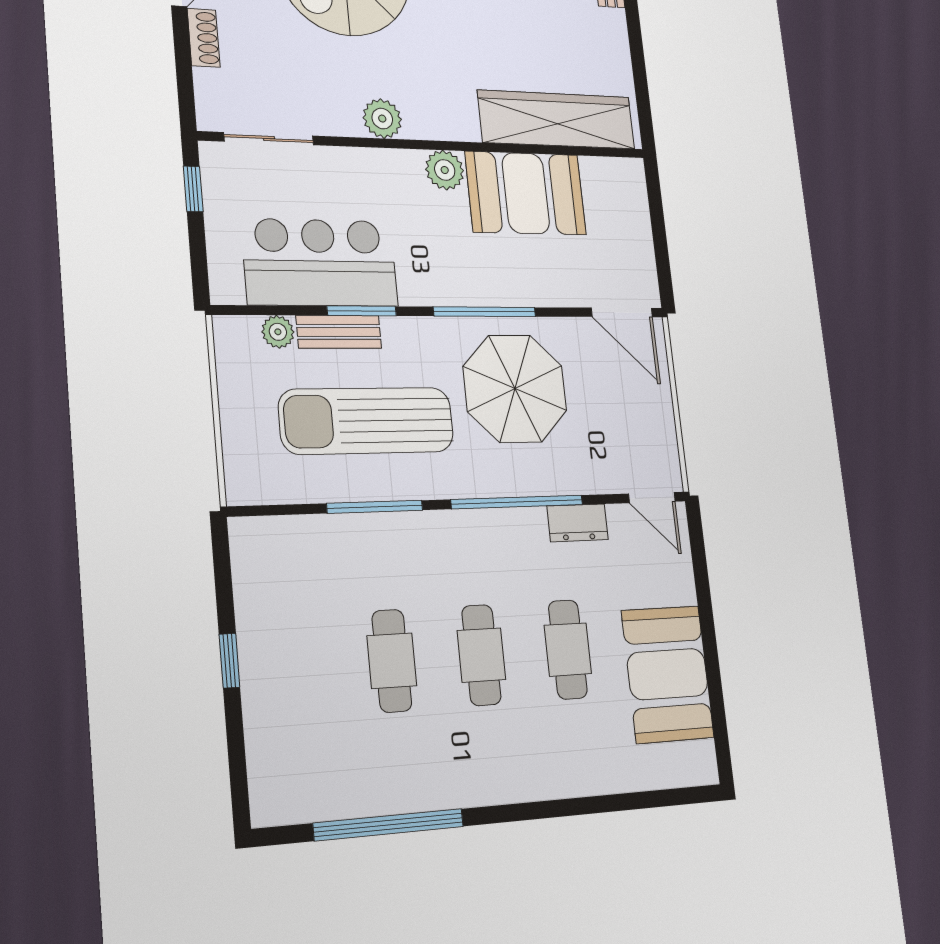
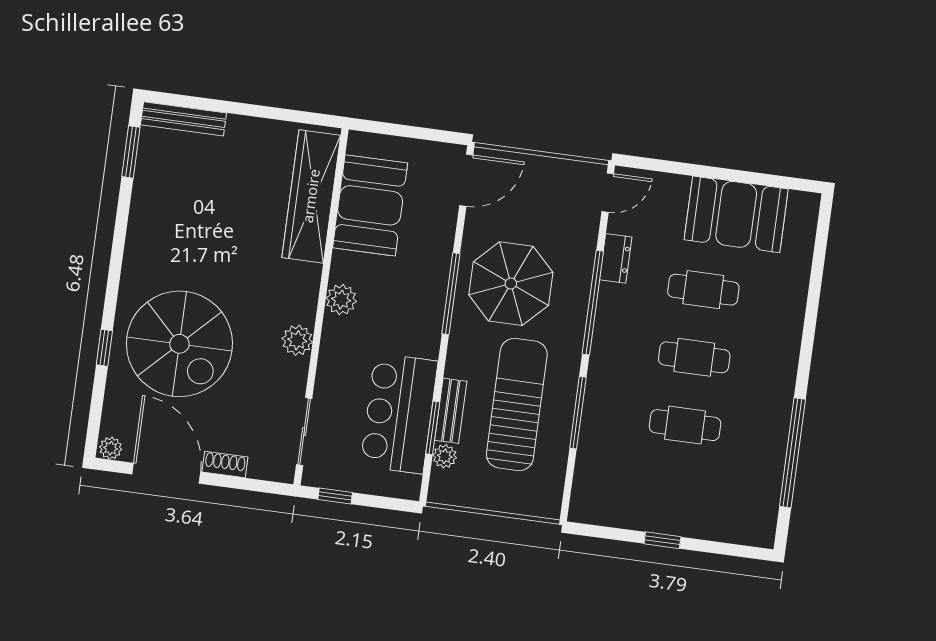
booth: (526, 193) -> (370, 205), moved
window: (362, 311) -> (433, 428), moved
sun lounger: (367, 421) -> (517, 405), turned 180

